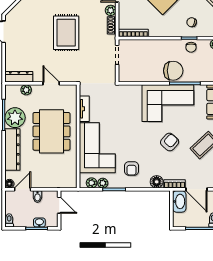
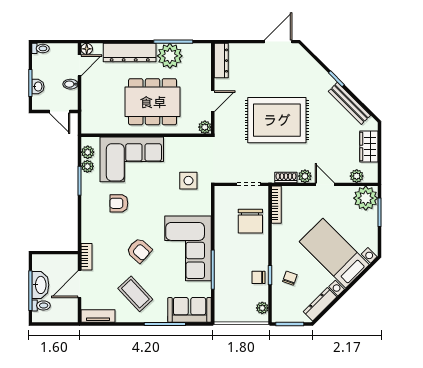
rug: (66, 33) -> (277, 120), width x1.37, depth x1.44
chair: (173, 71) -> (250, 221), moved
plant: (26, 90) -> (205, 127), moved
side table: (114, 103) -> (188, 181), added
tv unit: (84, 109) -> (181, 143), removed
armchair: (132, 169) -> (119, 203), moved
floor lamp: (157, 182) -> (89, 234), removed
door: (23, 189) -> (80, 65), hinge flipped
washbasin: (179, 201) -> (40, 285), moved, turned -90
door: (59, 205) -> (60, 111), hinge flipped

